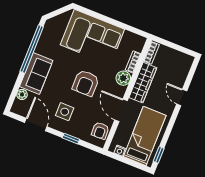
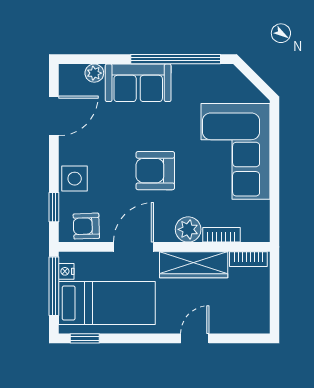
side table: (65, 112) -> (75, 179), moved
window: (71, 139) -> (54, 207), moved
window: (125, 160) -> (54, 286), added

